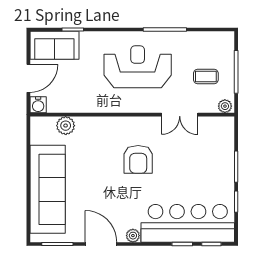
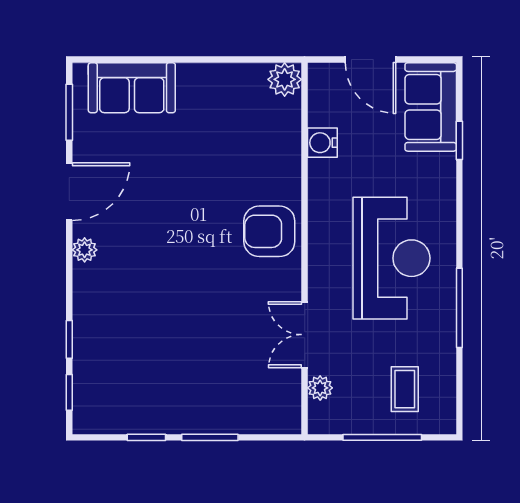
coffee table: (206, 77) -> (405, 389), moved
water cooler: (38, 105) -> (322, 143), moved
plant: (225, 106) -> (320, 388), moved
plant: (66, 126) -> (285, 79), moved
armchair: (138, 159) -> (269, 231), moved
sofa: (48, 189) -> (132, 88), width x0.54, depth x0.79
bar counter: (188, 223) -> (107, 349), removed

